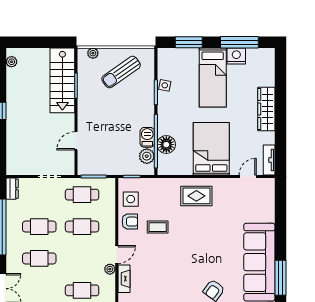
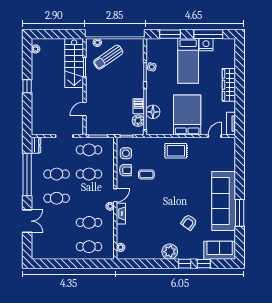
sun lounger: (121, 72) -> (108, 57), moved

